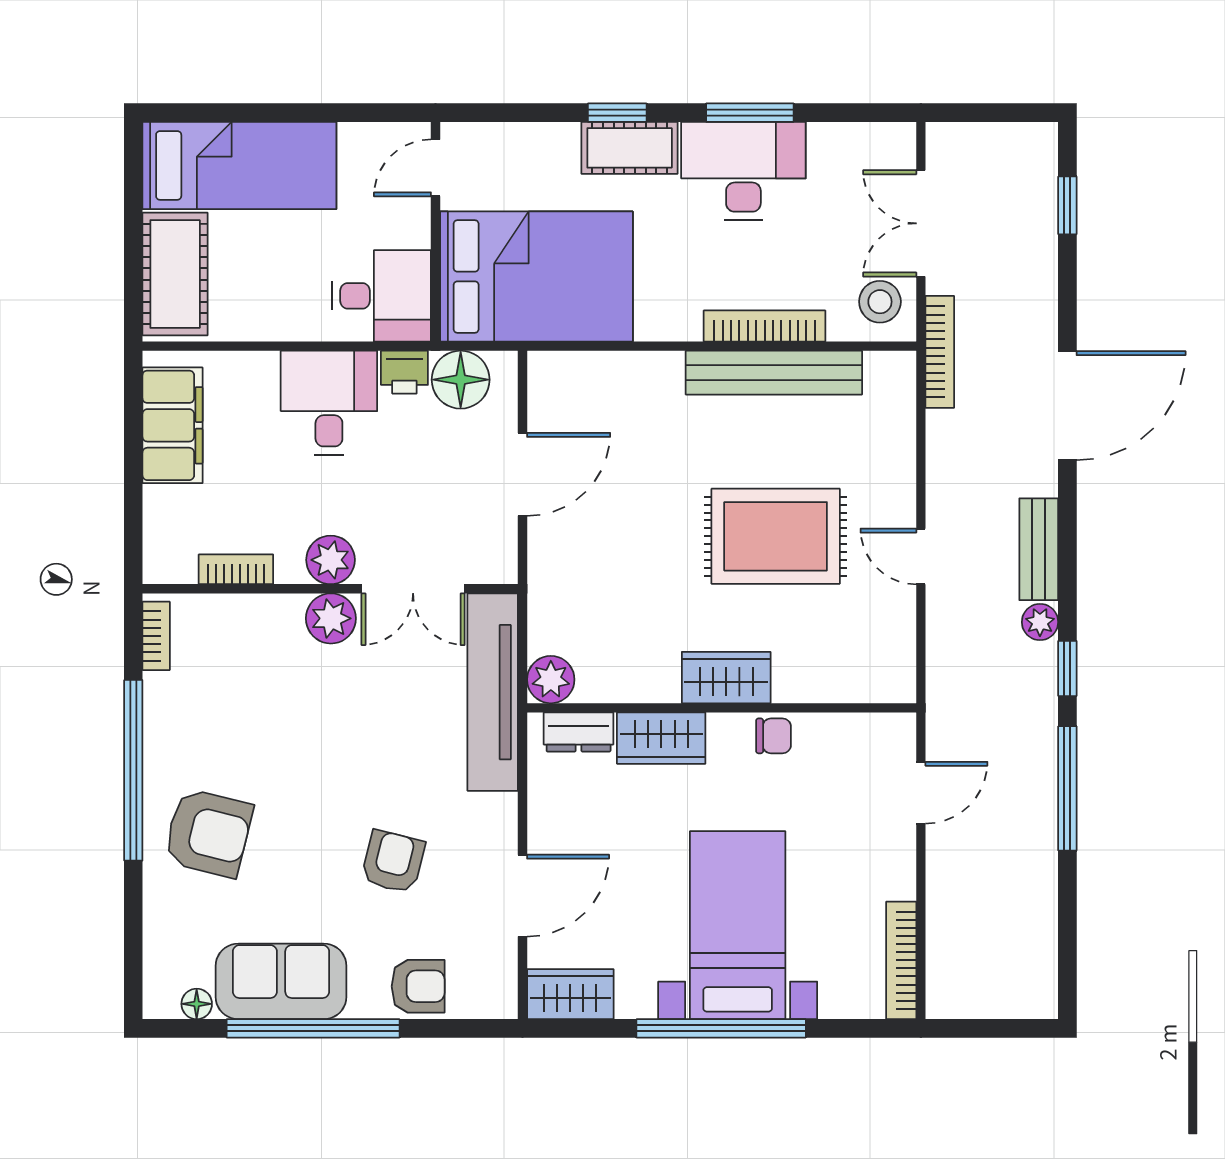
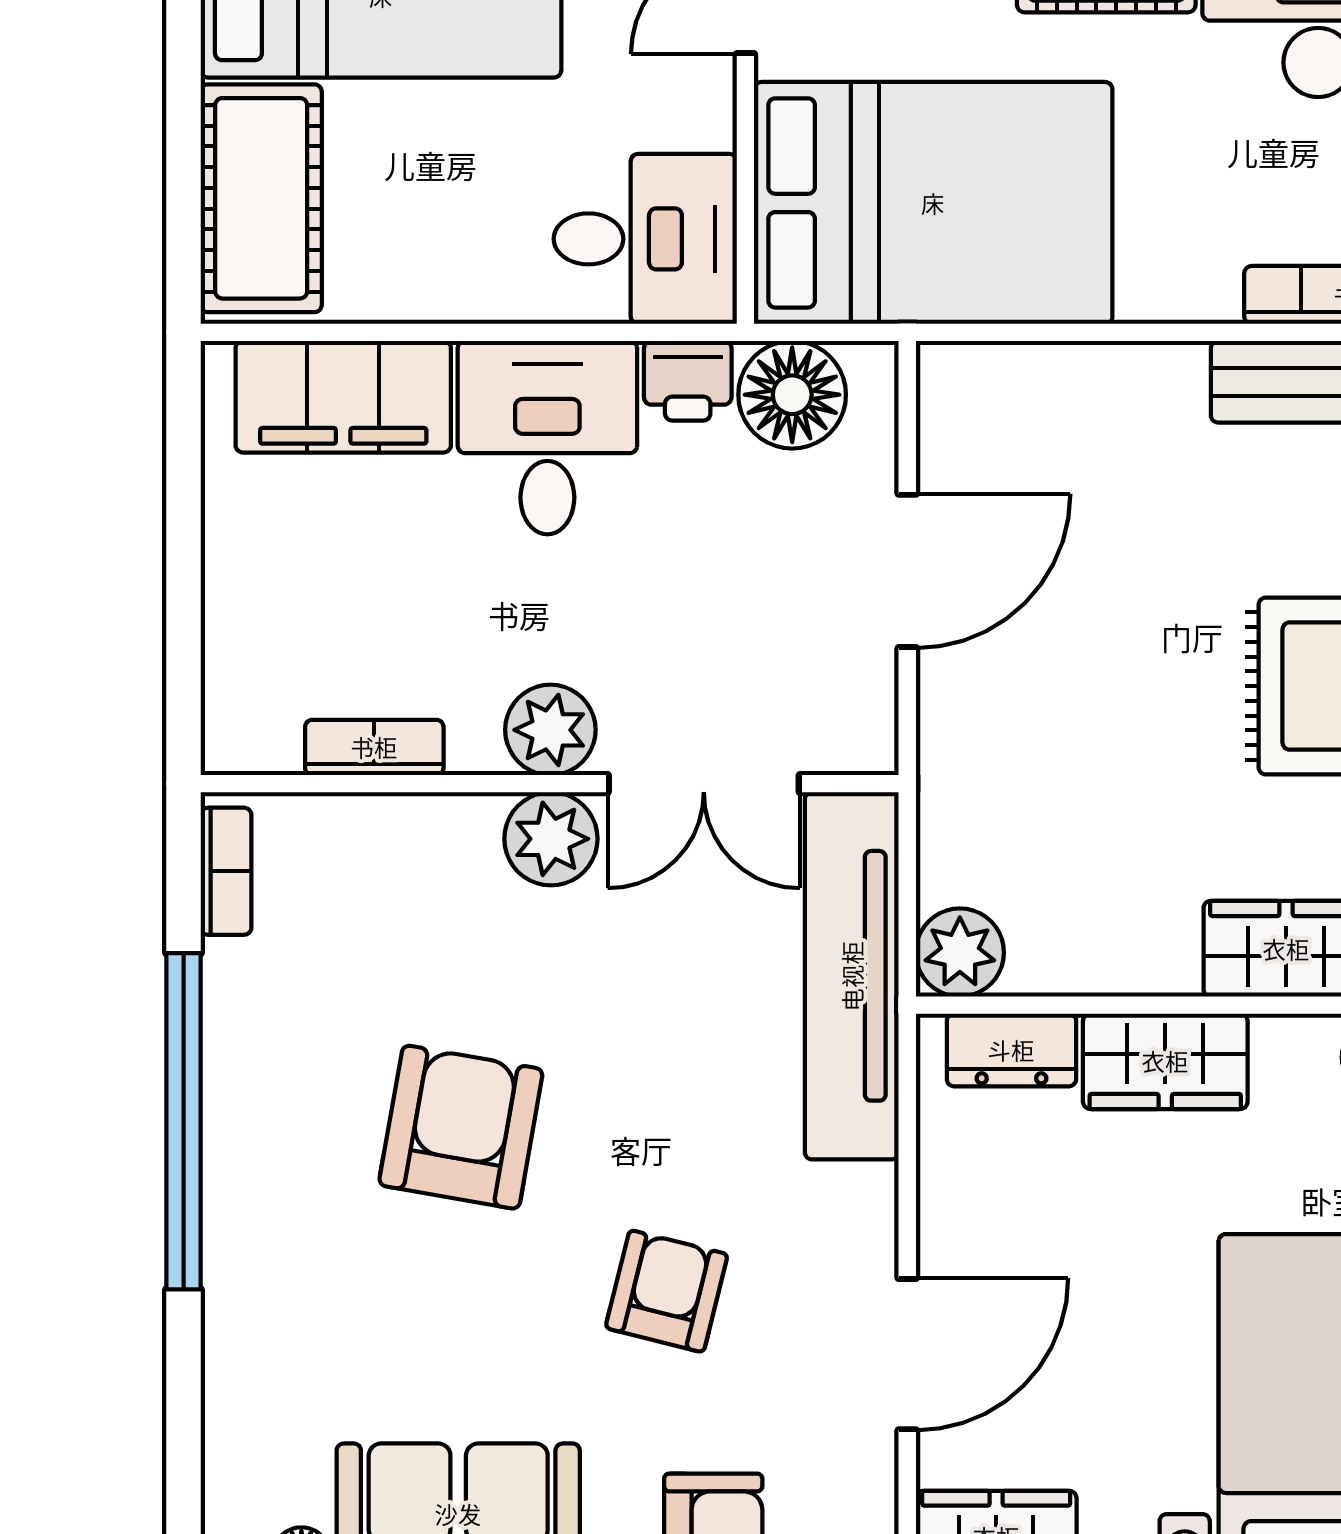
filing cabinet: (172, 425) -> (343, 397), moved, turned 90
armchair: (208, 833) -> (461, 1127), moved, turned -94

